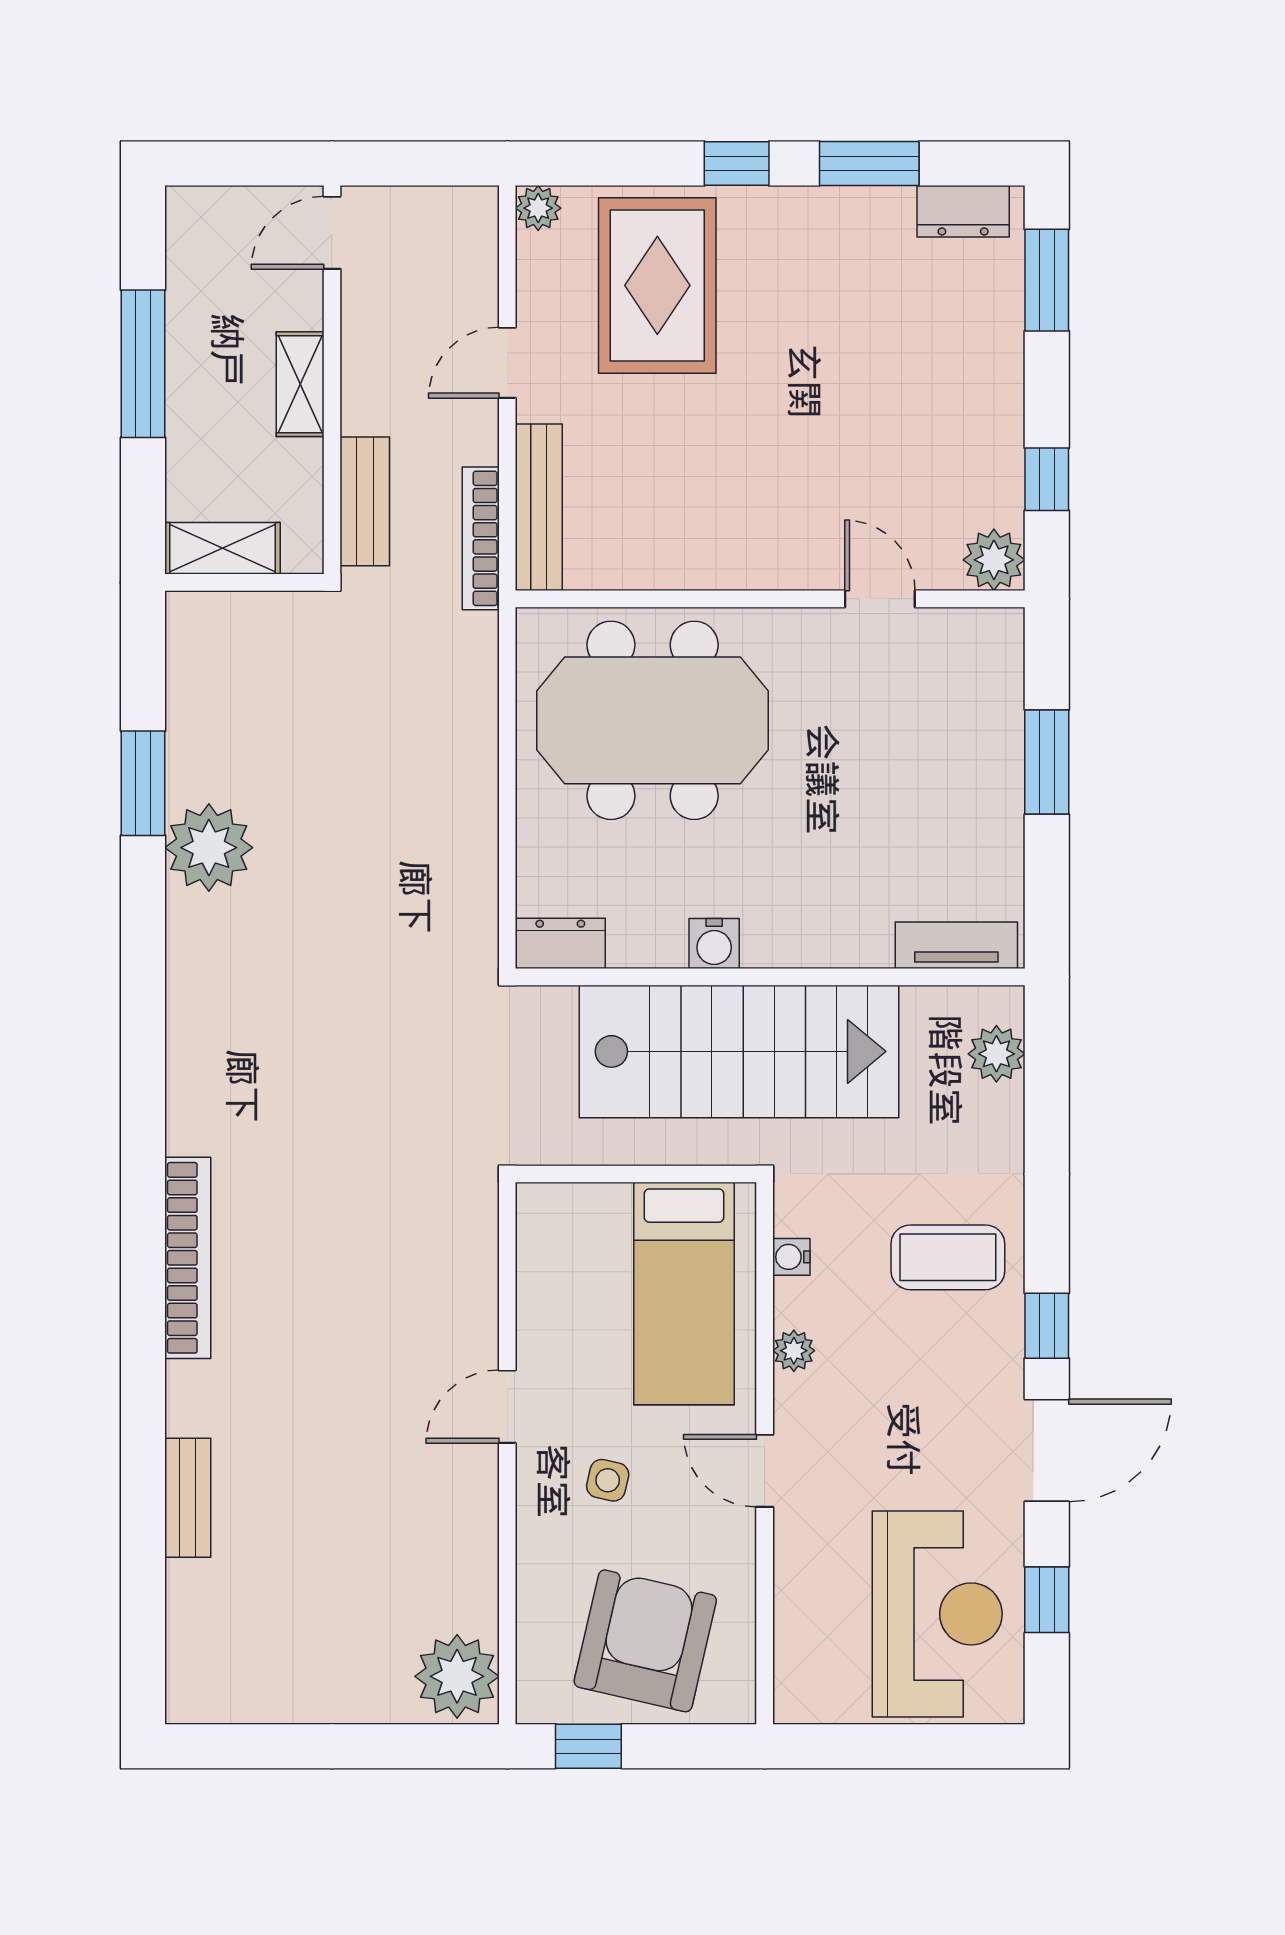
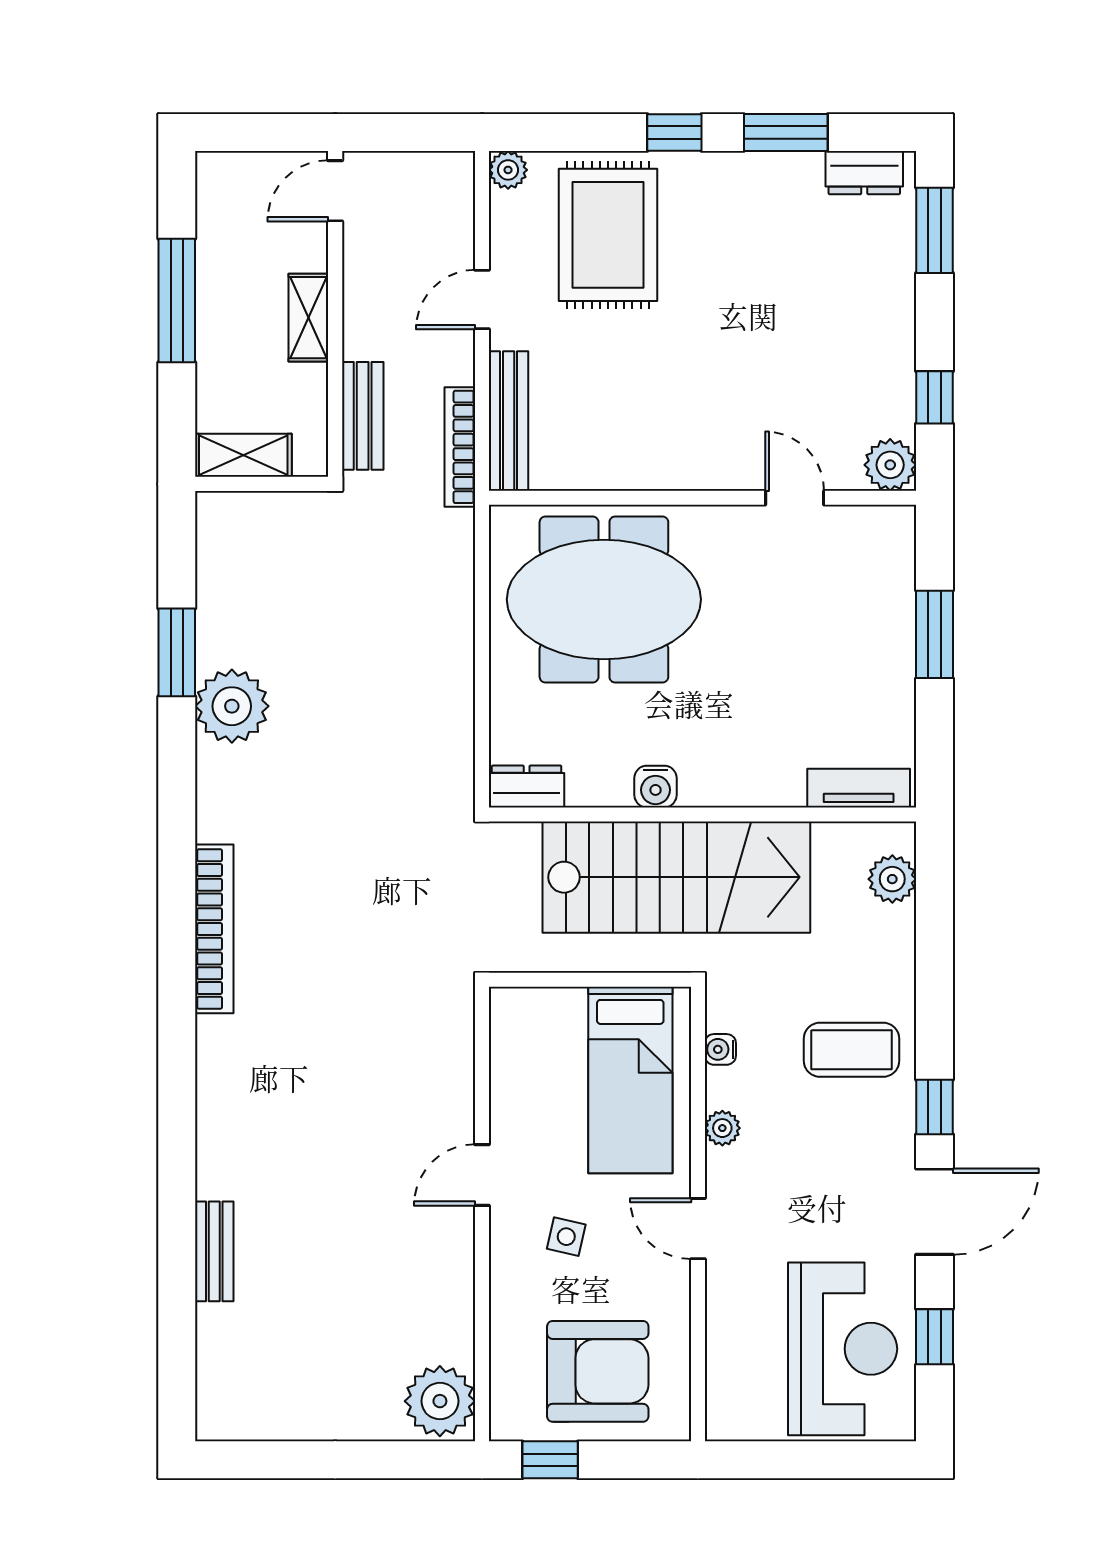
bookcase: (188, 1258) -> (214, 929), moved
armchair: (645, 1641) -> (598, 1371), turned 77

